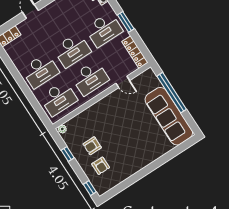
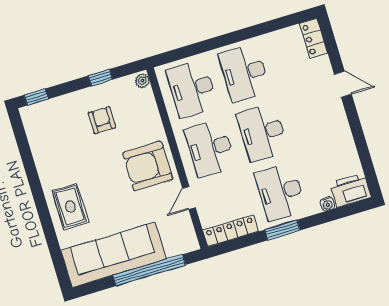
rug: (148, 150) -> (70, 206), added
armchair: (101, 166) -> (148, 166), moved, width x1.88, depth x1.88

